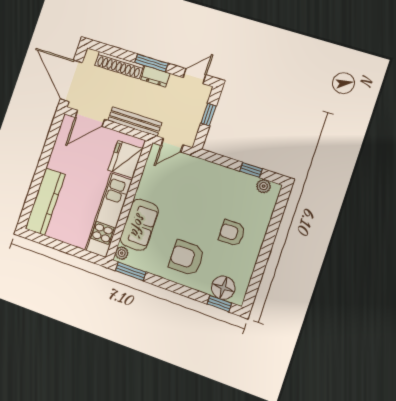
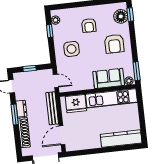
door: (90, 118) -> (62, 135), swing flipped
side table: (209, 190) -> (72, 49), added

